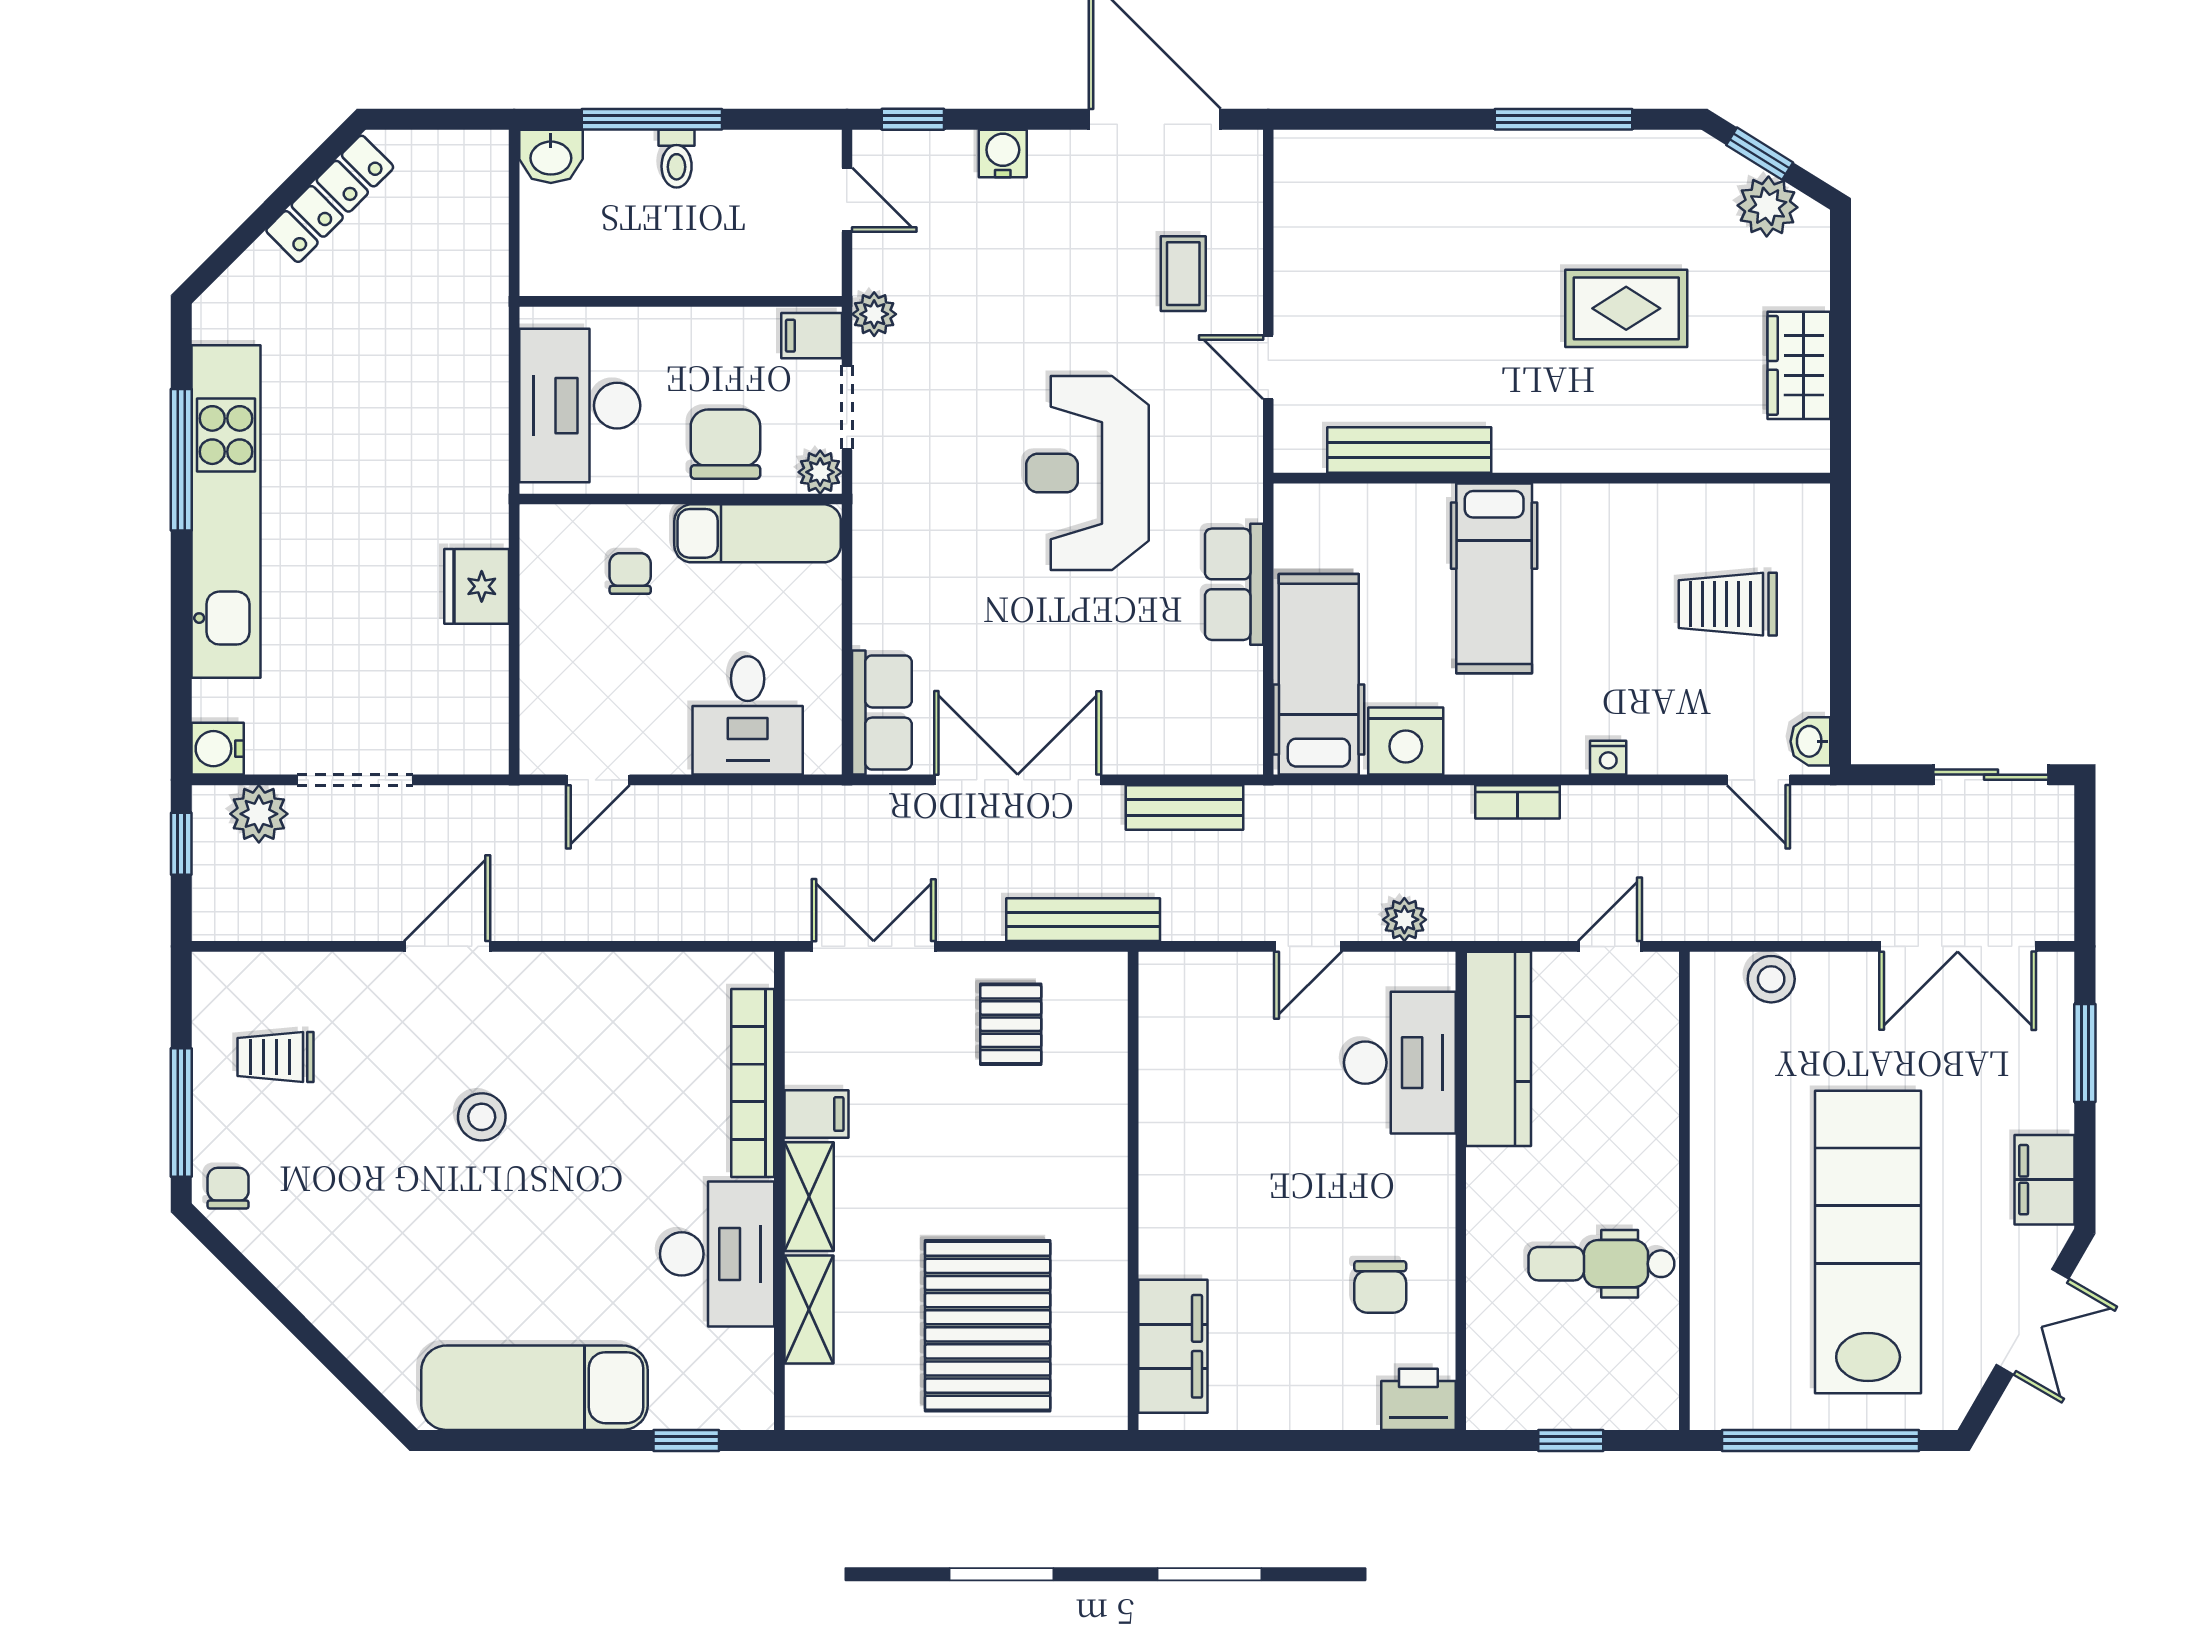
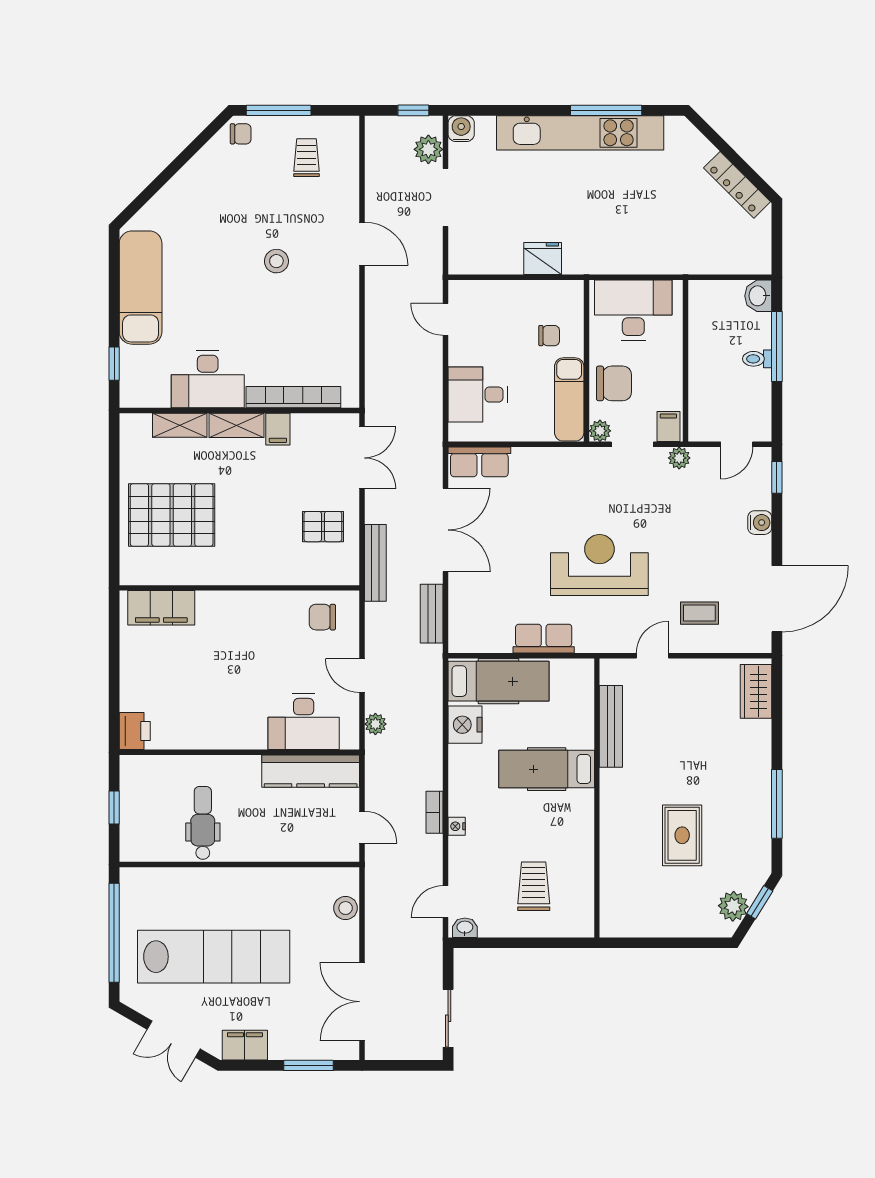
wardrobe: (1799, 365) -> (756, 691), moved, turned -90
bookcase: (1518, 802) -> (434, 812), moved
chair: (1380, 1287) -> (322, 617), moved

